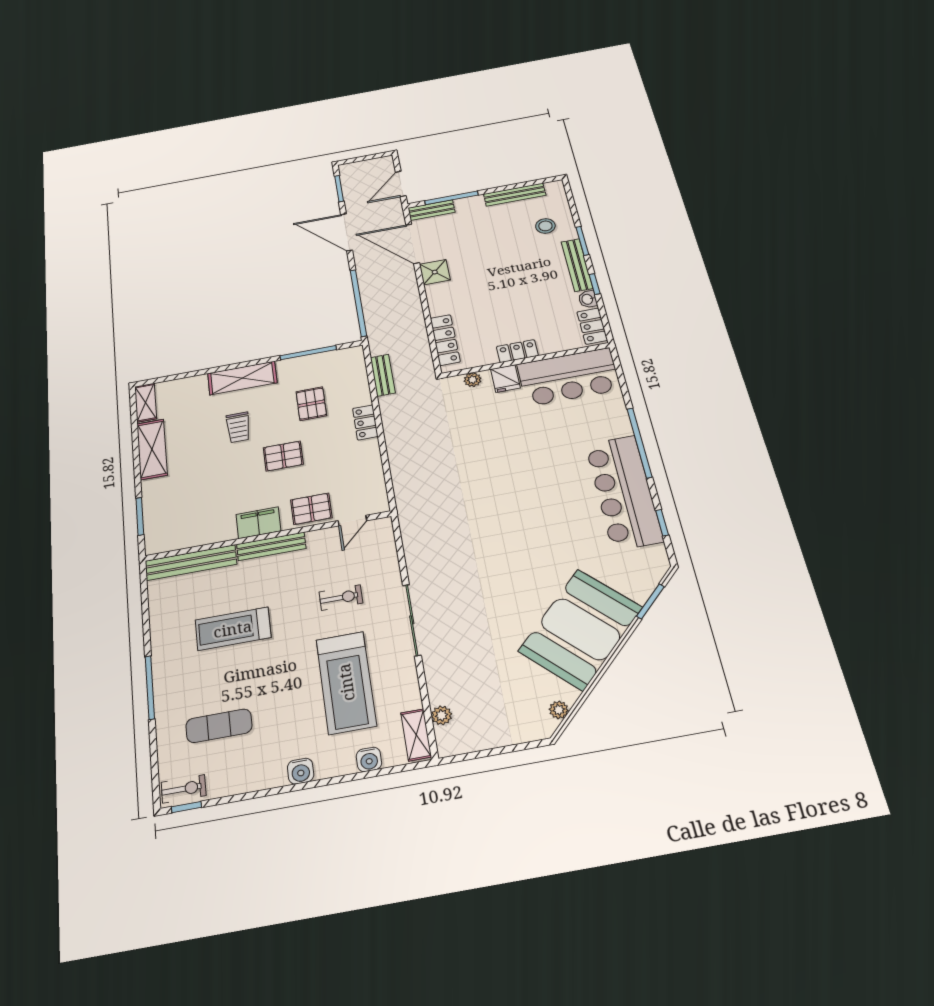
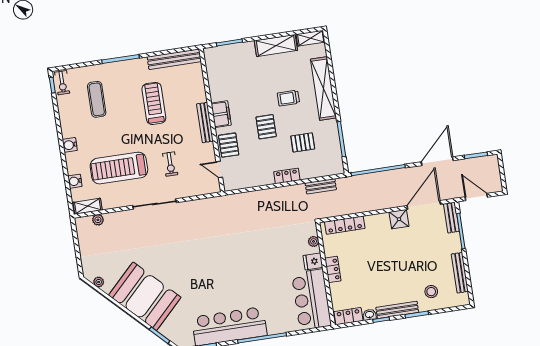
shelving: (242, 378) -> (323, 88), width x1.47
bench: (191, 563) -> (174, 59), moved, turned 90

